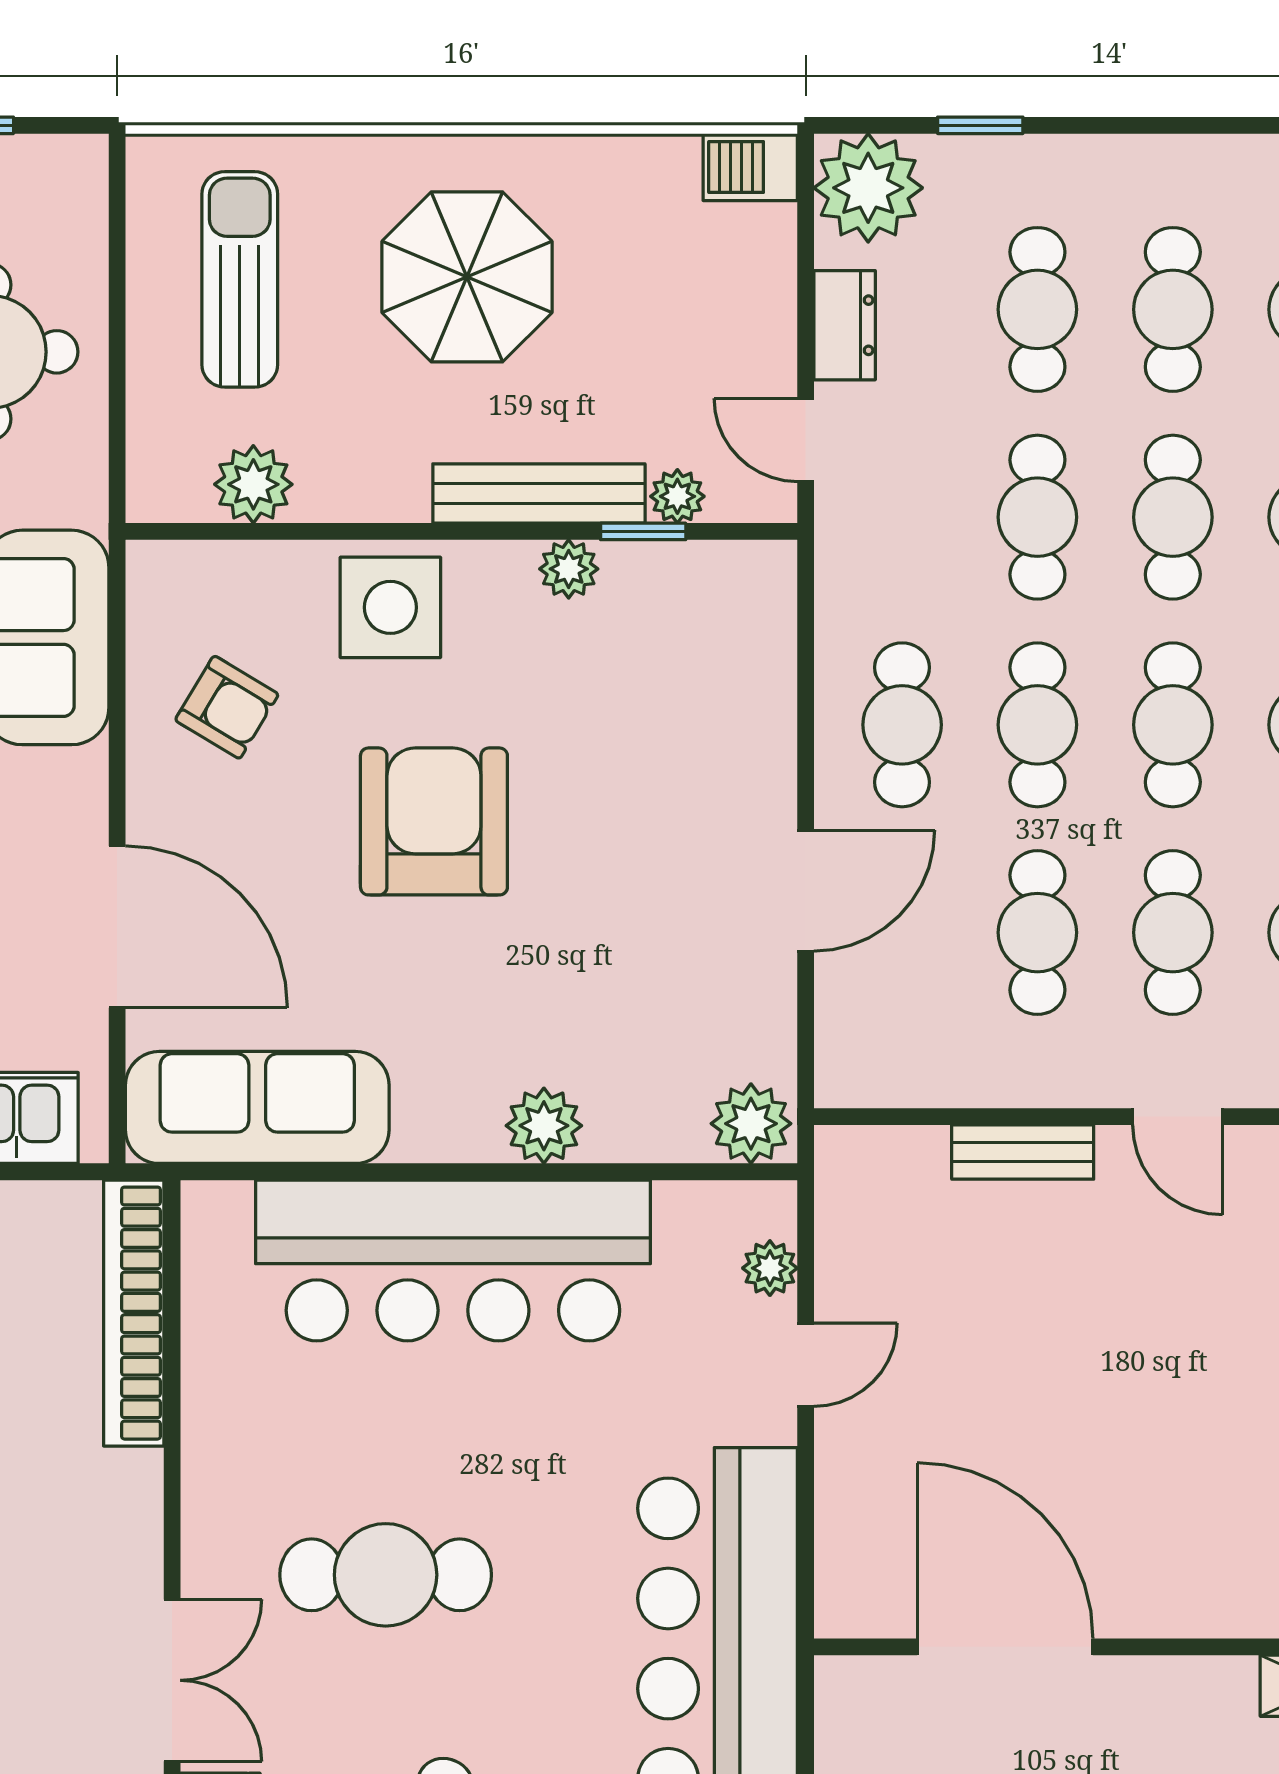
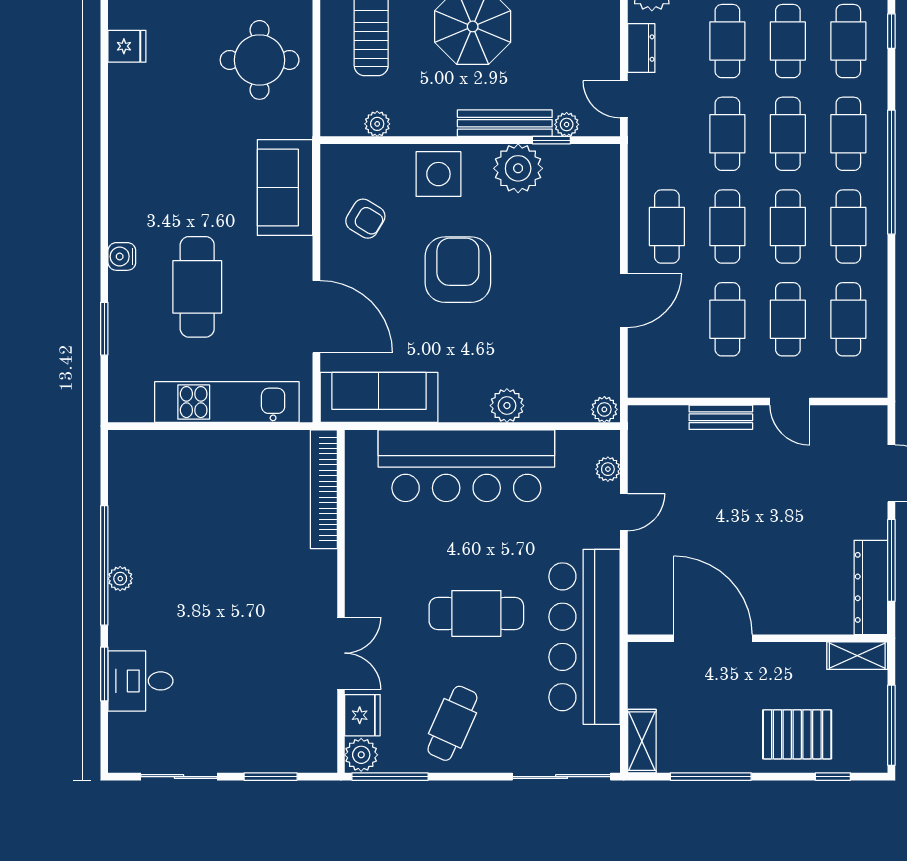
plant: (253, 484) -> (377, 124), width x0.73, depth x0.73
plant: (569, 569) -> (518, 168), width x1.87, depth x1.87
plant: (751, 1124) -> (604, 409), width x0.73, depth x0.73
cafe table: (386, 1575) -> (476, 613), moved

